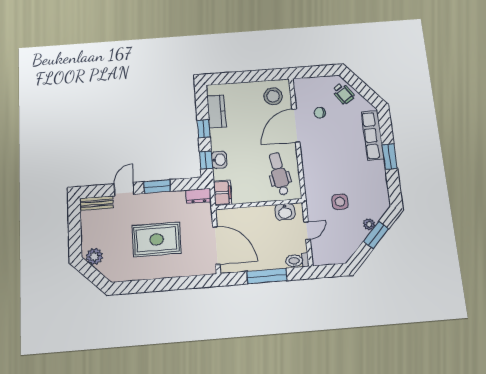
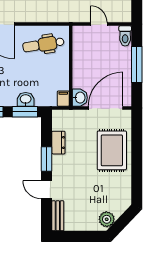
window: (206, 160) -> (25, 112), width x1.50
filing cabinet: (223, 193) -> (63, 99), width x0.50
dresser: (198, 196) -> (58, 143), moved
washbasin: (285, 212) -> (80, 98), moved
rug: (157, 239) -> (112, 150), moved

